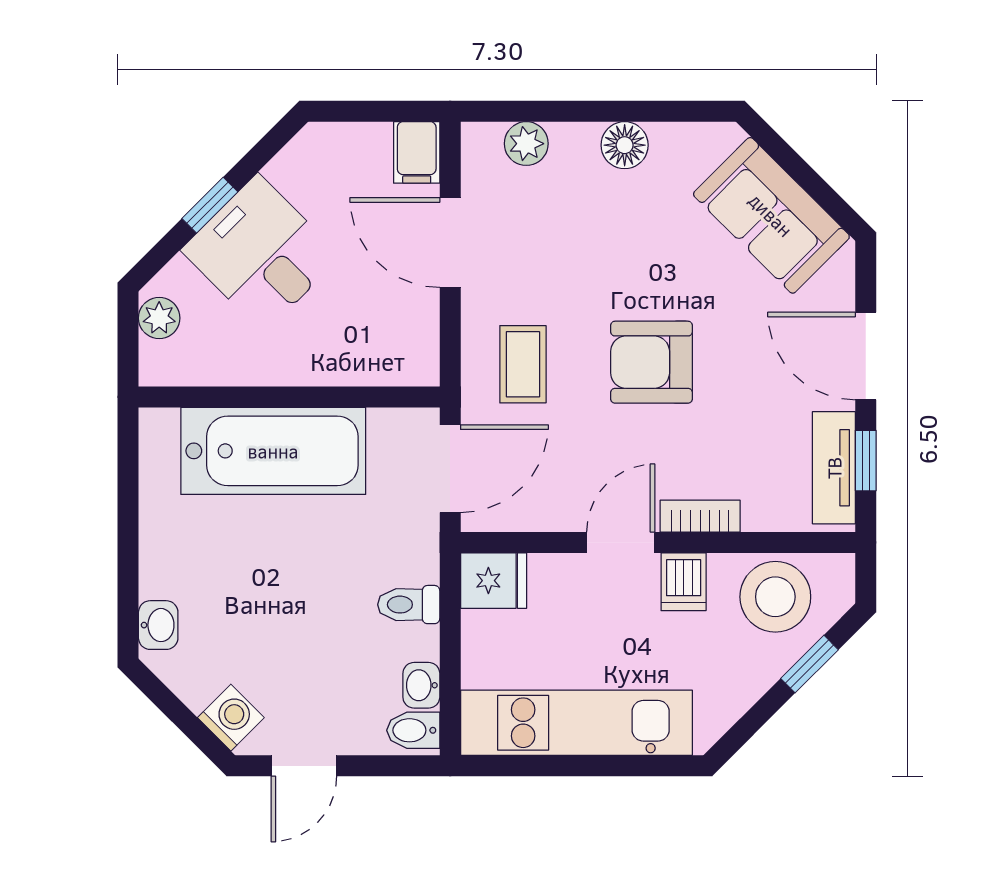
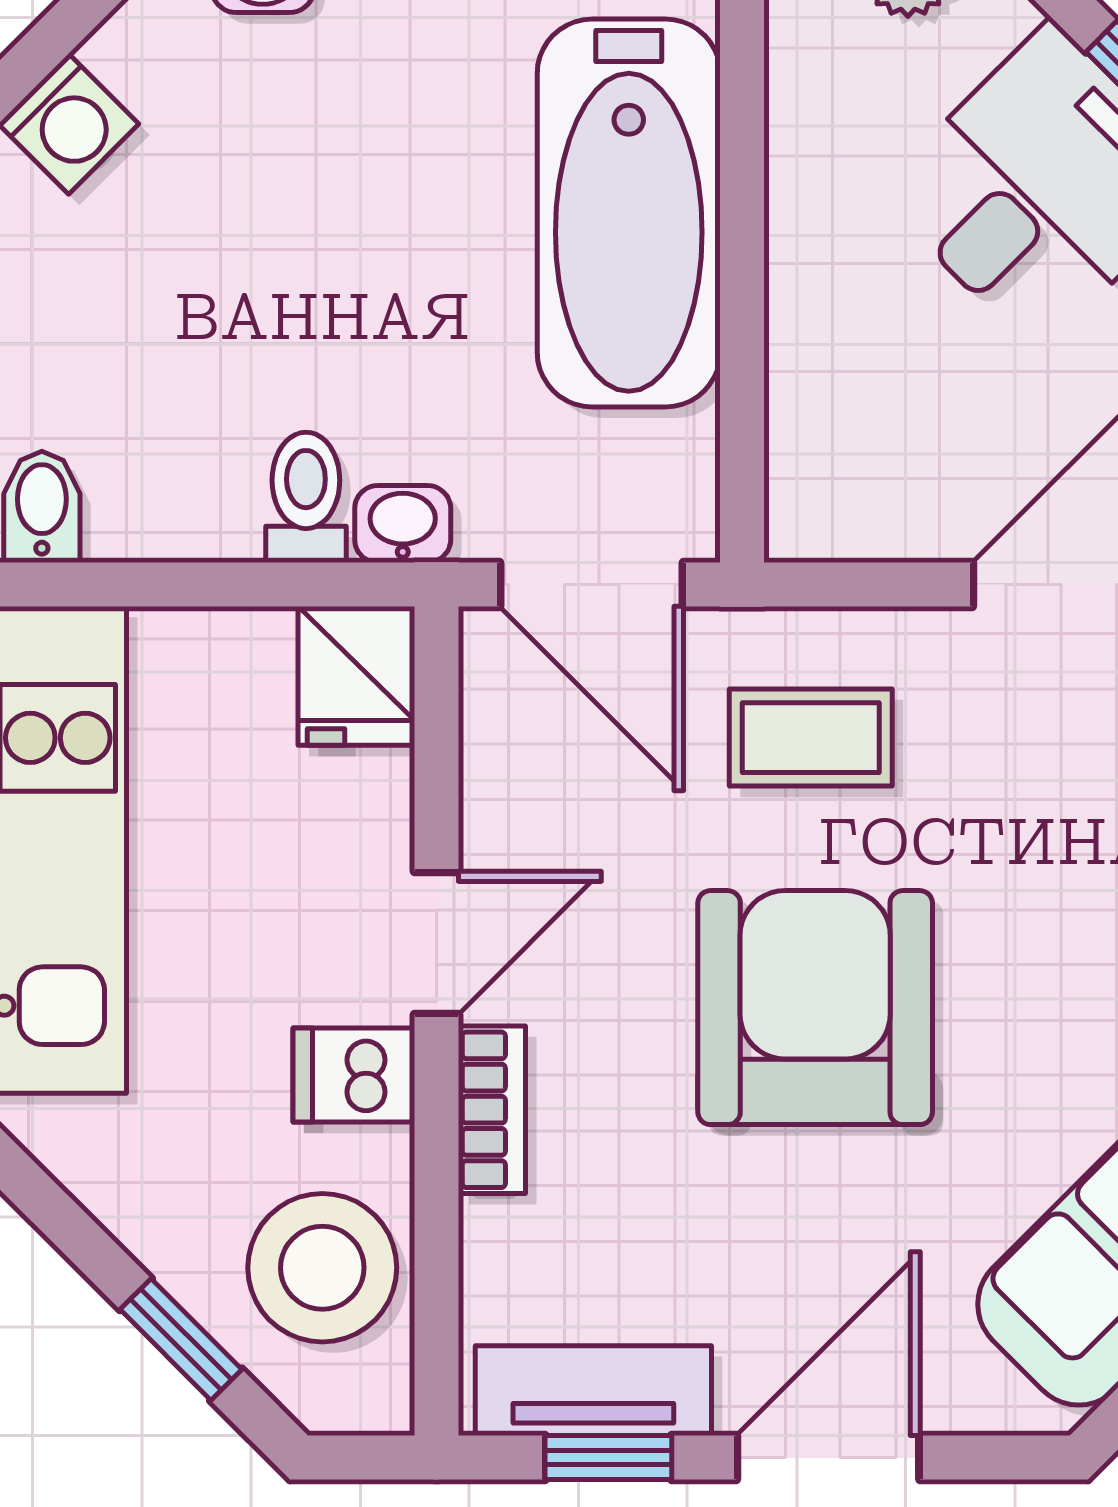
armchair: (651, 362) -> (815, 1008), width x1.36, depth x1.36
door: (621, 542) -> (437, 943), hinge flipped
washbasin: (421, 685) -> (403, 524), moved

